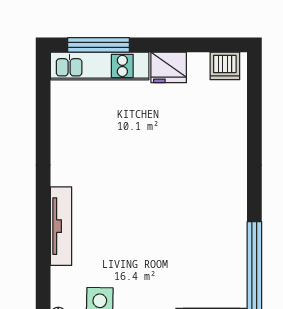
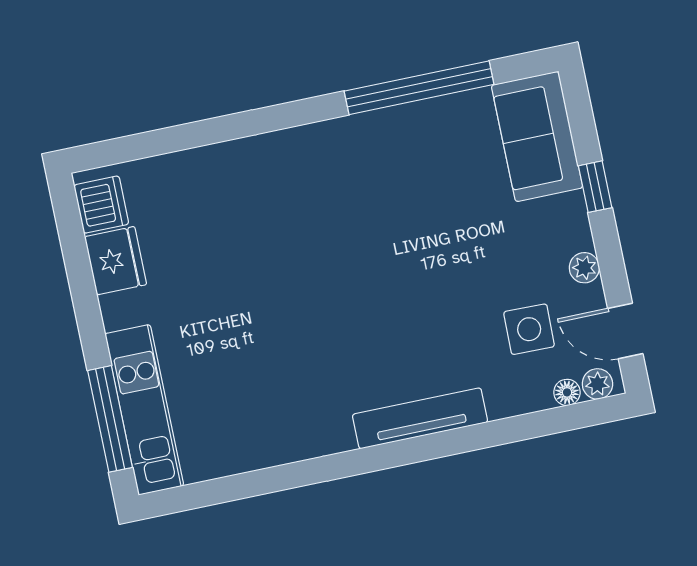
fridge: (169, 67) -> (116, 261), moved

